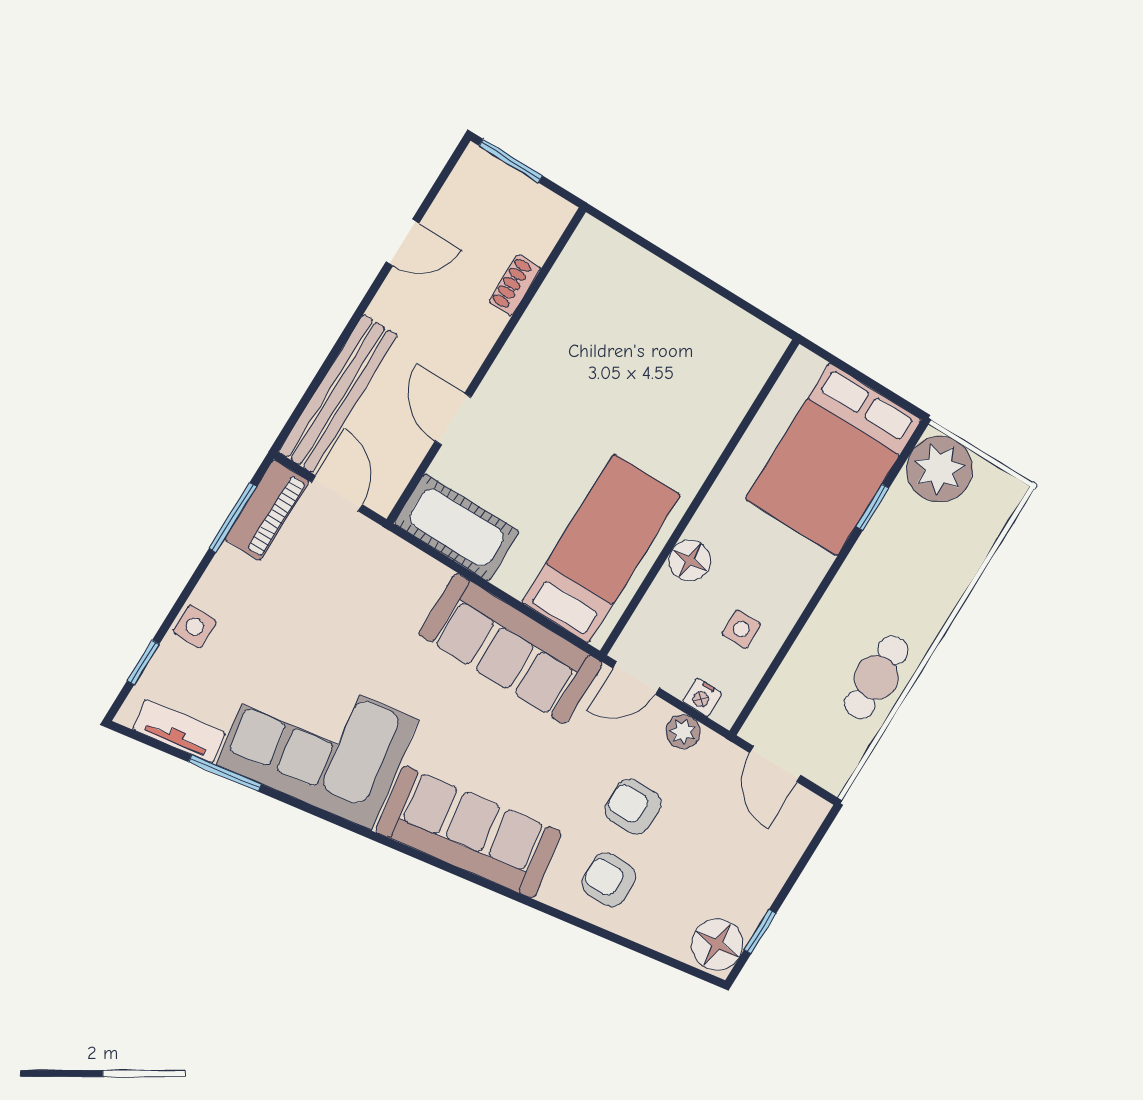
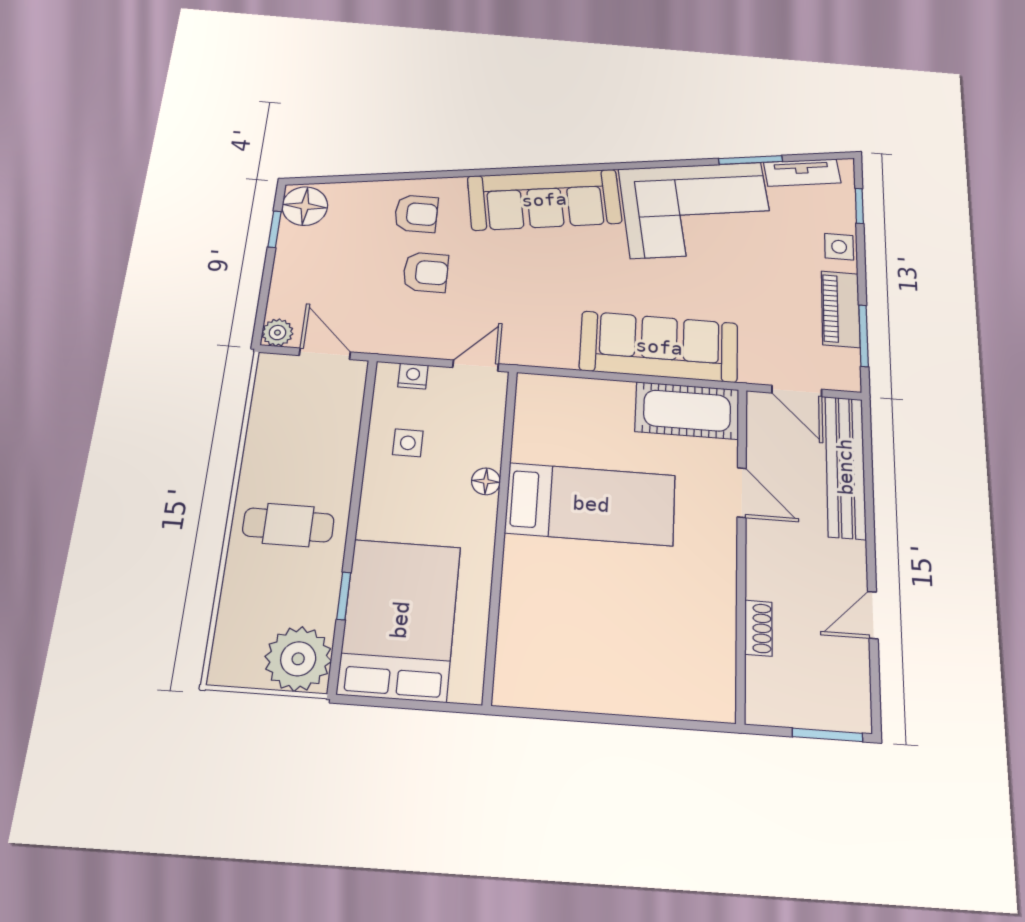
piano: (267, 510) -> (841, 309), moved
bed: (601, 549) -> (591, 504), moved, turned -90
floor lamp: (690, 560) -> (486, 481), width x0.73, depth x0.73
sofa: (510, 649) -> (659, 347), moved
cafe table: (876, 677) -> (288, 525), moved, turned 90
plant: (683, 732) -> (277, 333), moved

